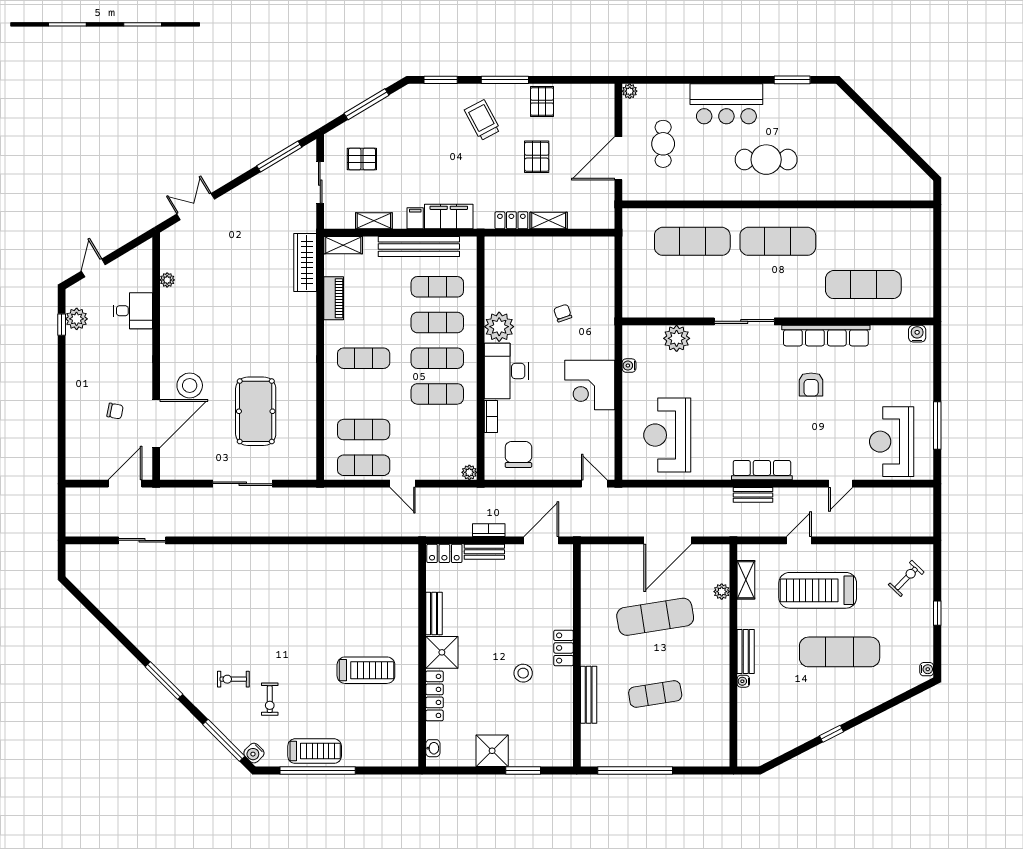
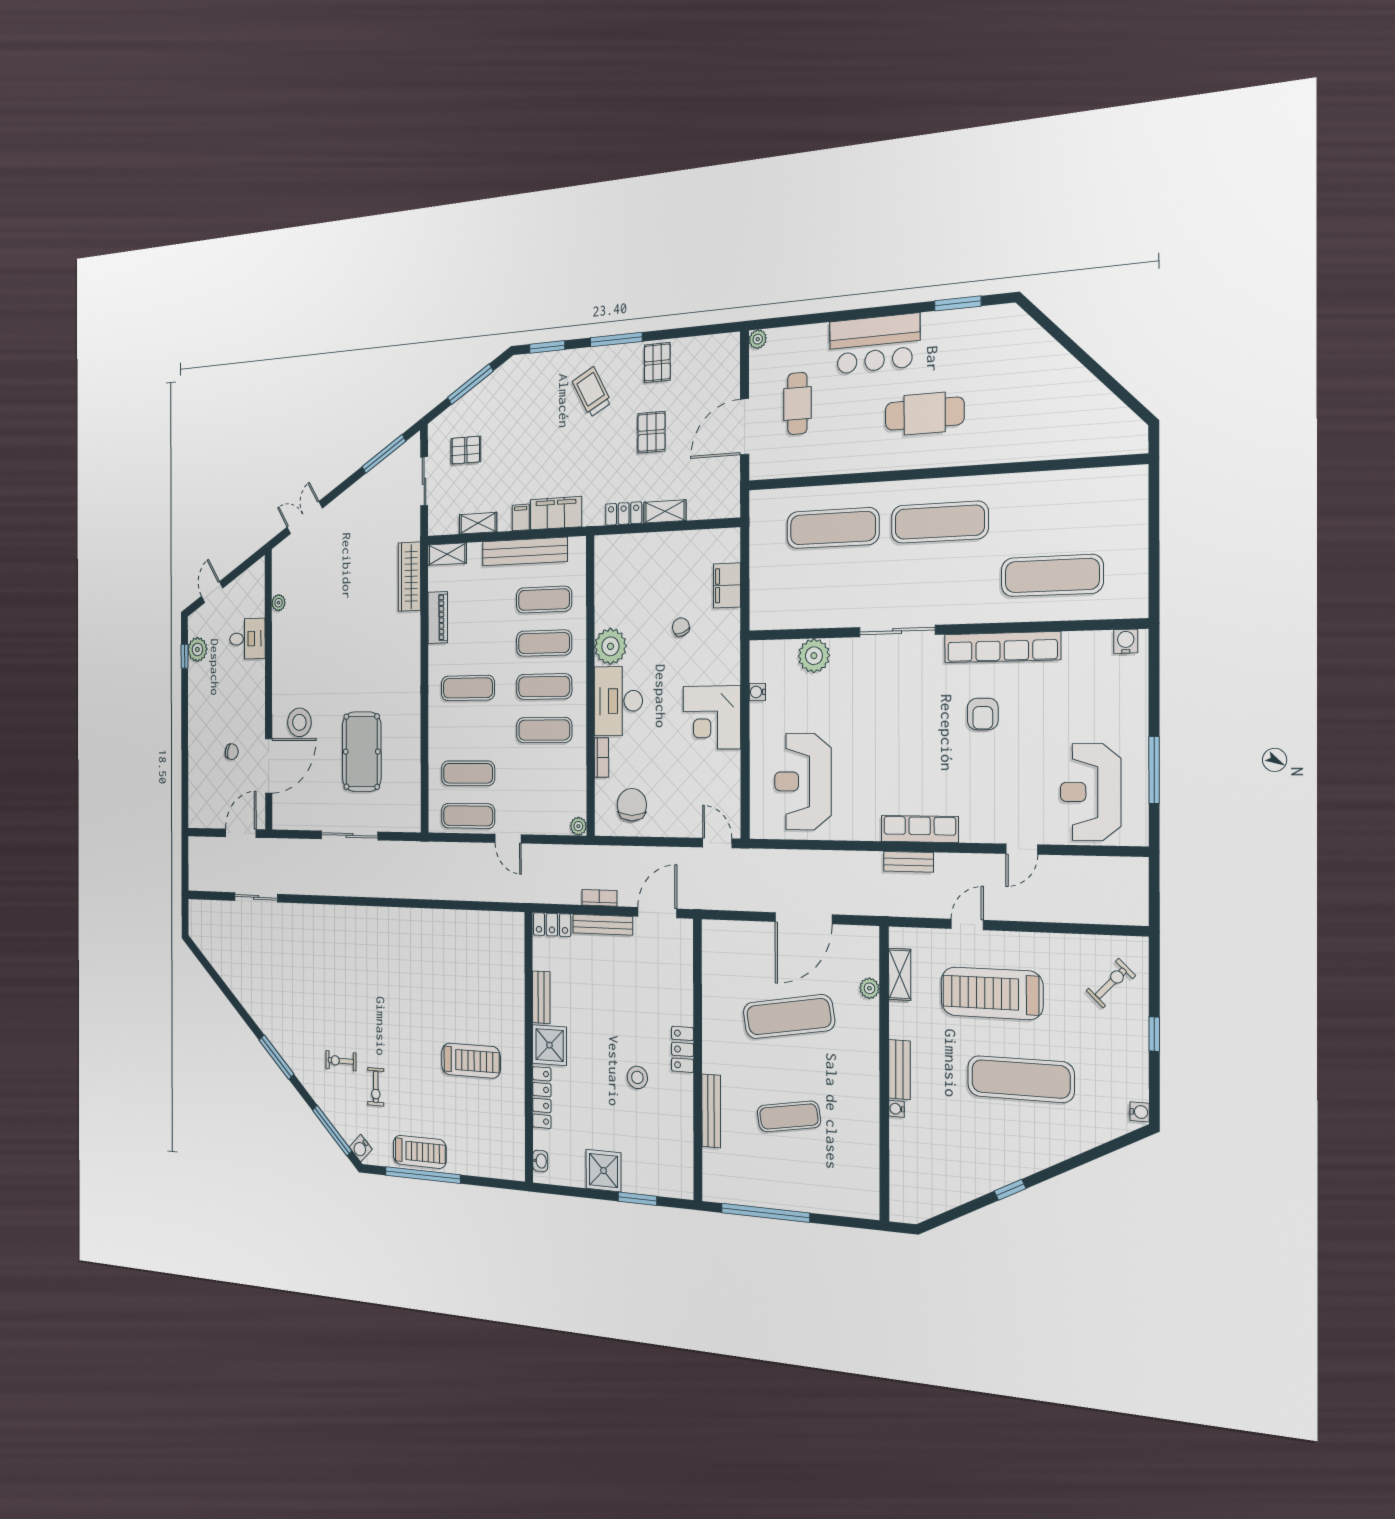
filing cabinet: (603, 282) -> (727, 585), added
bench: (484, 552) -> (603, 925), width x1.36

